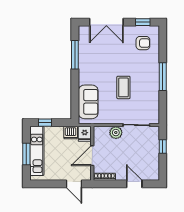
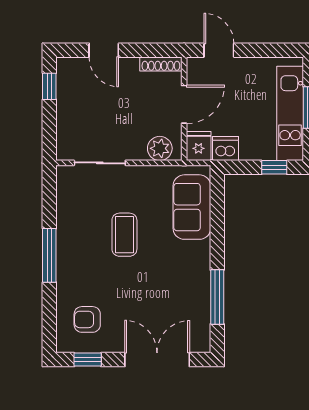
plant: (116, 133) -> (160, 148), moved
window: (163, 147) -> (49, 86), moved

